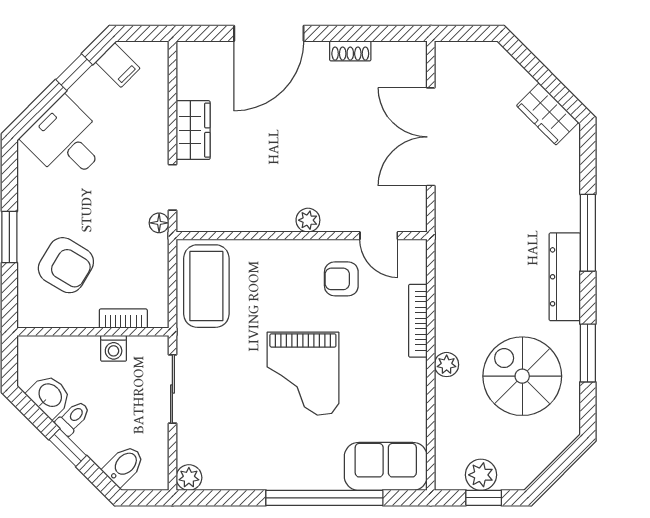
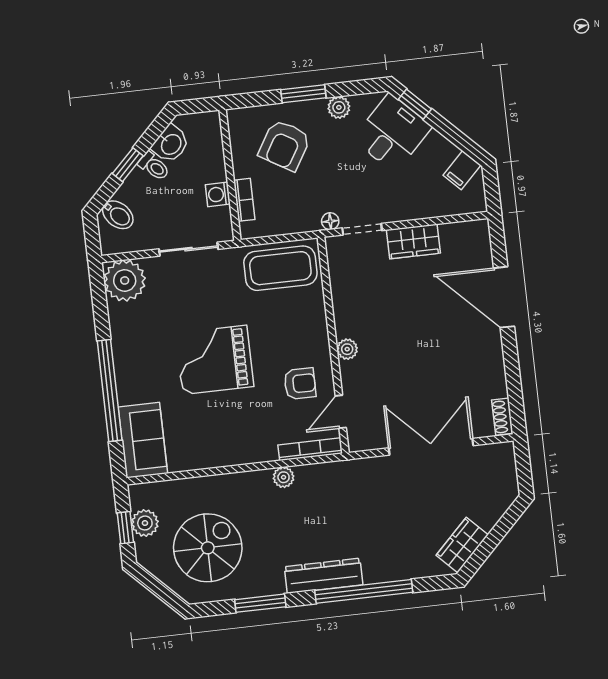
shoe rack: (350, 51) -> (502, 417), moved
window: (74, 72) -> (415, 104), moved
plant: (30, 198) -> (339, 107), added
window: (588, 233) -> (364, 591), width x1.46
armchair: (341, 279) -> (300, 384), turned 90
bookcase: (418, 321) -> (310, 449), moved
plant: (447, 365) -> (284, 477), moved
spiral stairs: (522, 376) -> (208, 548), moved
plant: (189, 478) -> (125, 280), width x1.87, depth x1.87

